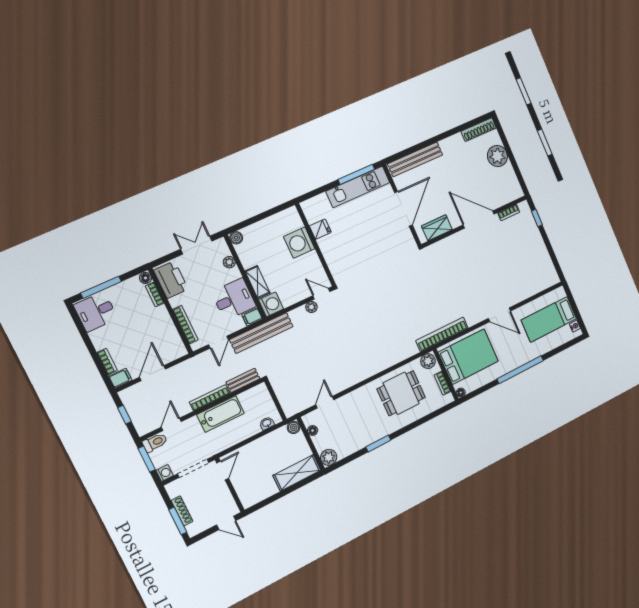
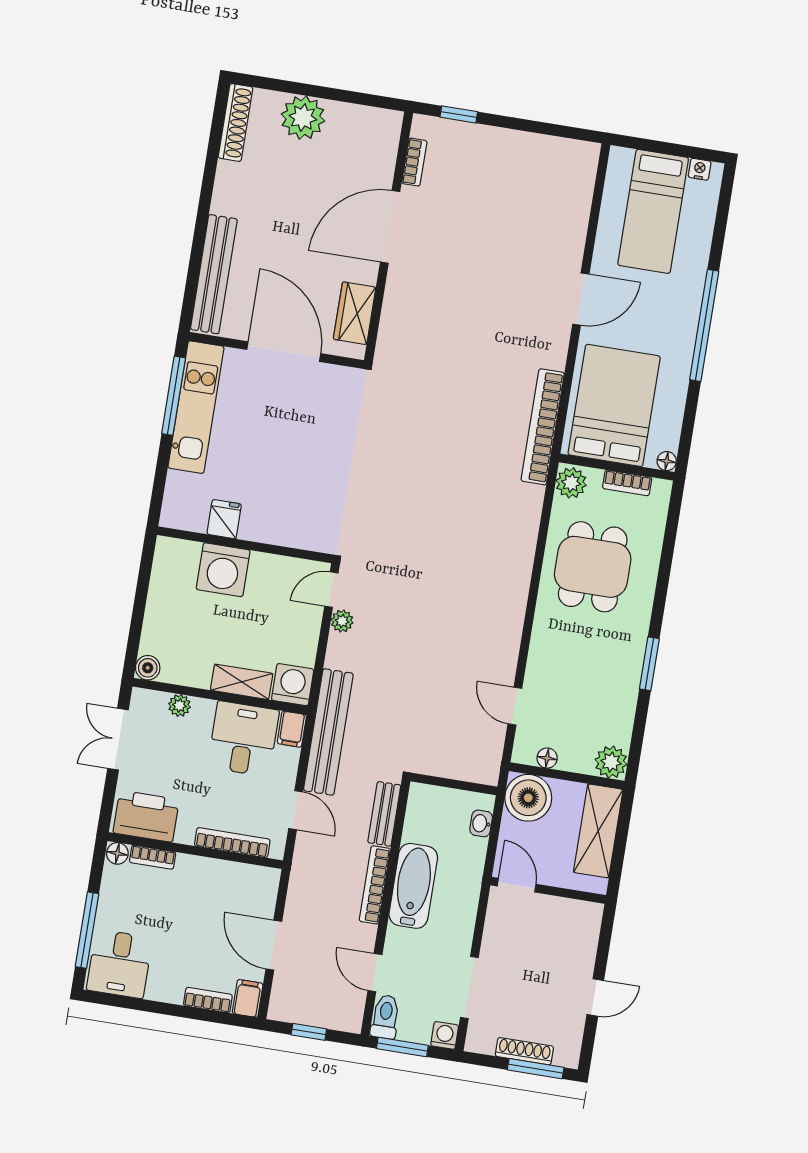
boiler: (294, 427) -> (528, 798), width x1.86, depth x1.86
door: (223, 471) -> (517, 885), moved
wall: (230, 485) -> (548, 890), moved

